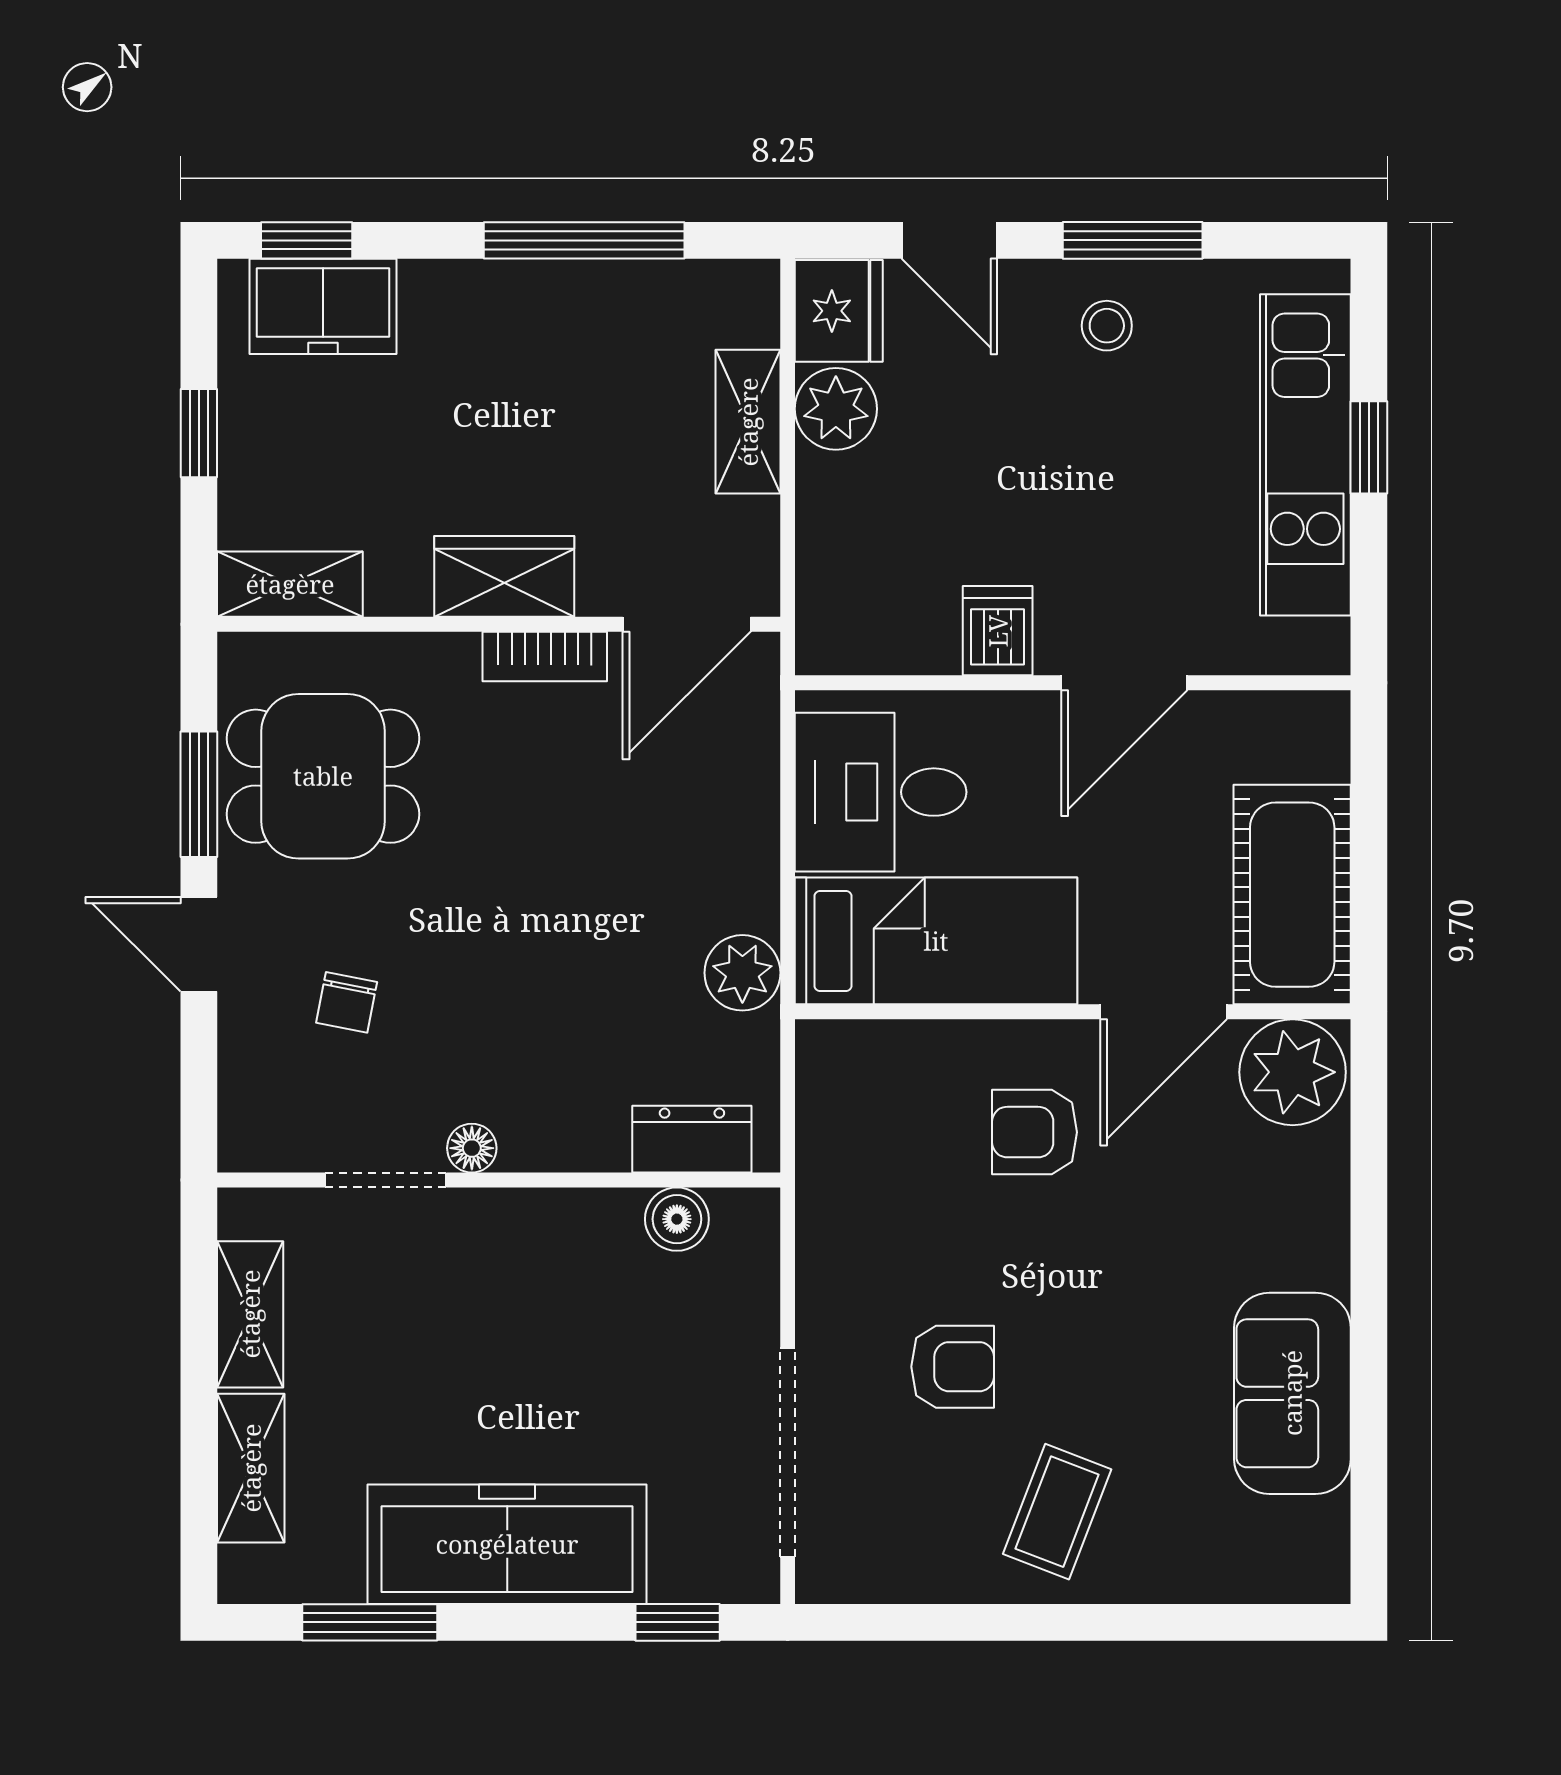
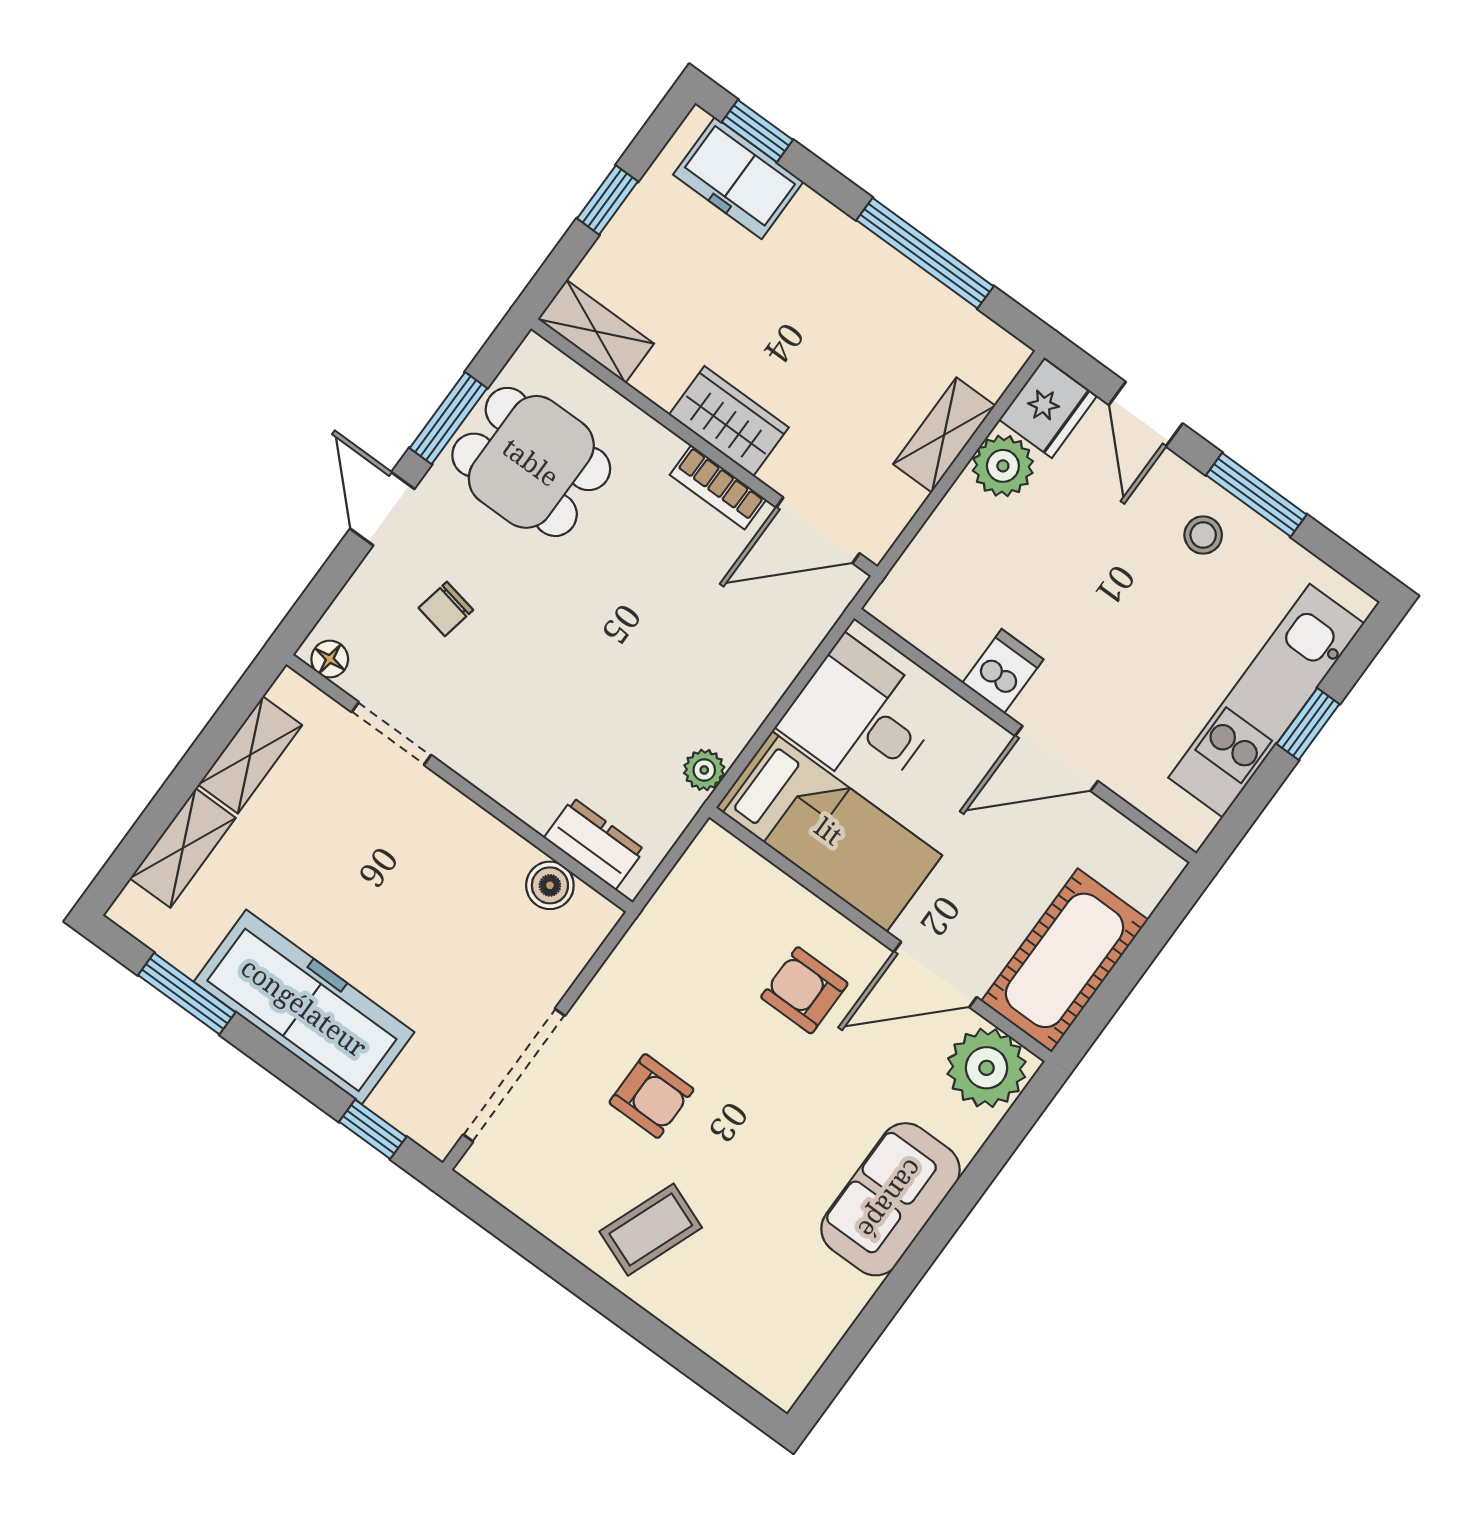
plant: (742, 973) -> (704, 770), width x0.73, depth x0.73
floor lamp: (472, 1148) -> (330, 659), moved
sofa: (1292, 1393) -> (891, 1199), moved

